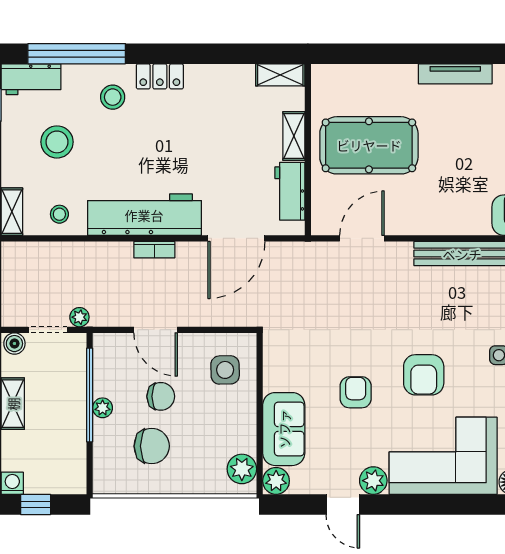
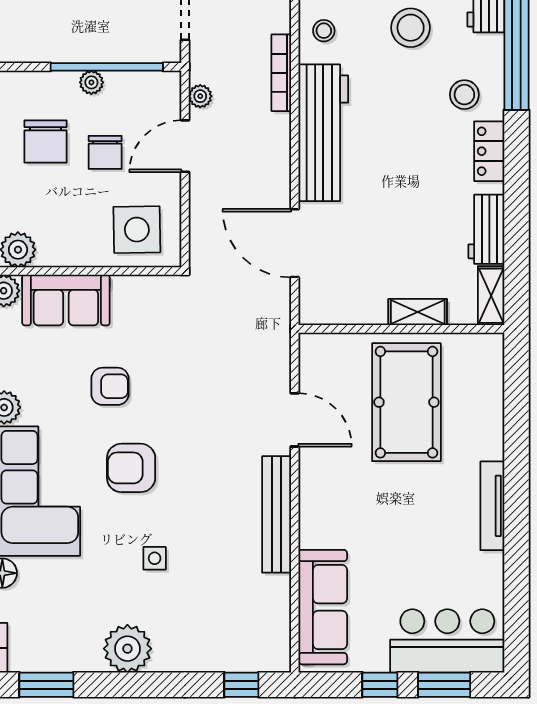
workbench: (290, 191) -> (486, 229), moved, turned -90
door: (362, 238) -> (295, 420), moved
bookcase: (154, 250) -> (281, 73), moved, width x1.56
plant: (79, 317) -> (200, 96), moved
side table: (225, 370) -> (137, 230), width x1.37, depth x1.37

